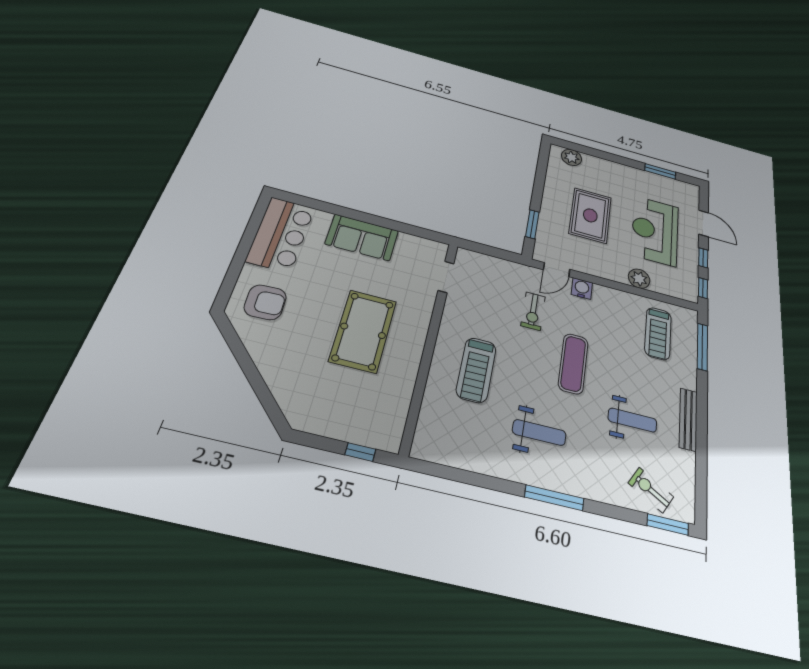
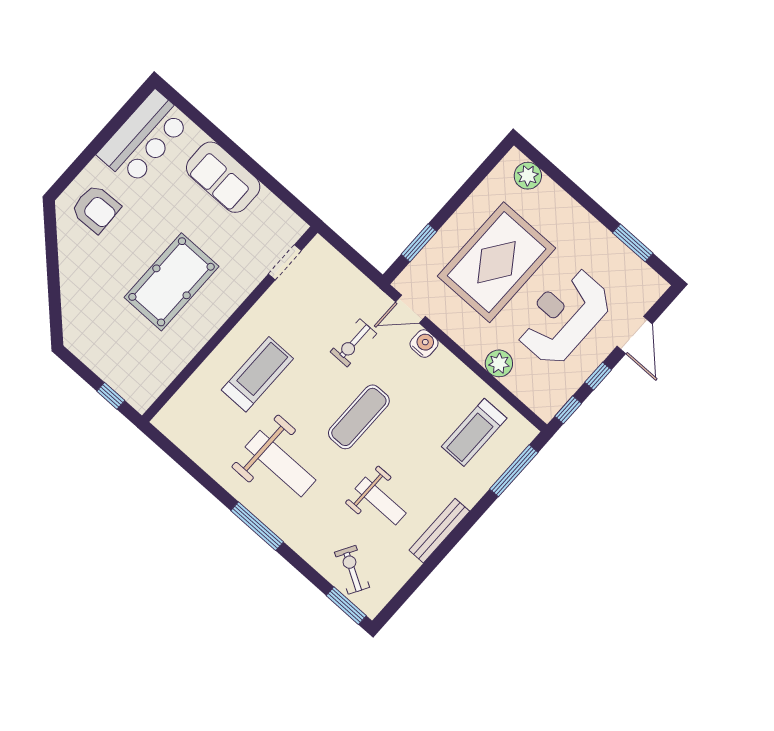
rug: (590, 215) -> (497, 262), width x1.37, depth x1.44
treadmill: (476, 370) -> (257, 374), turned 180
weight bench: (539, 432) -> (281, 464), width x1.36, depth x1.33

